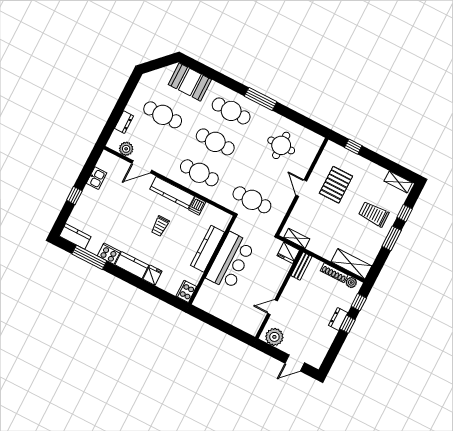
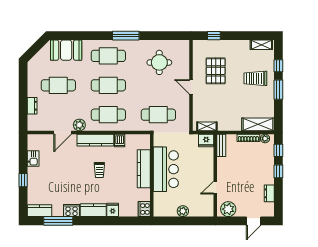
plant: (126, 149) -> (79, 125), moved
plant: (226, 314) -> (183, 211), added
dresser: (338, 319) -> (269, 193), moved

